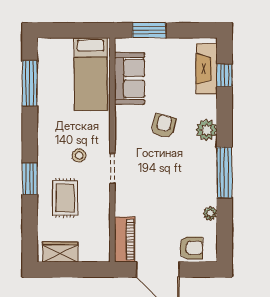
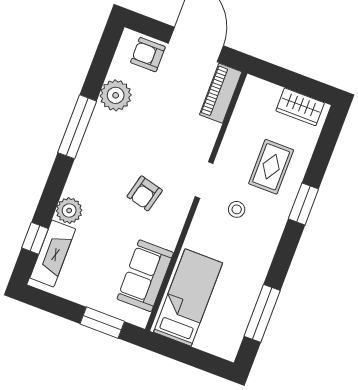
armchair: (164, 126) -> (145, 193), moved
plant: (206, 130) -> (69, 211), moved
plant: (210, 214) -> (116, 95), width x1.88, depth x1.88

